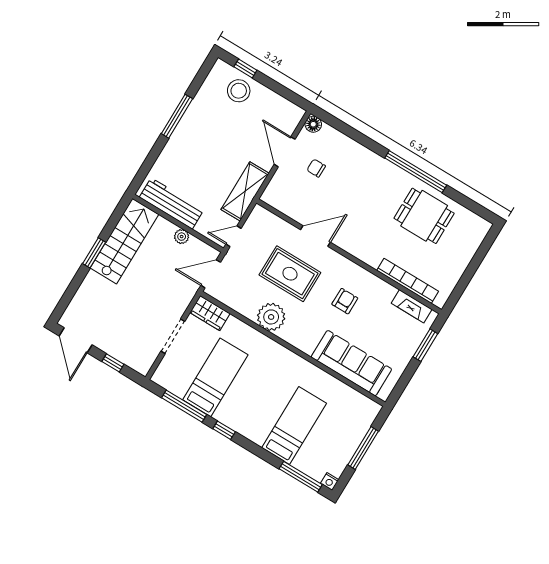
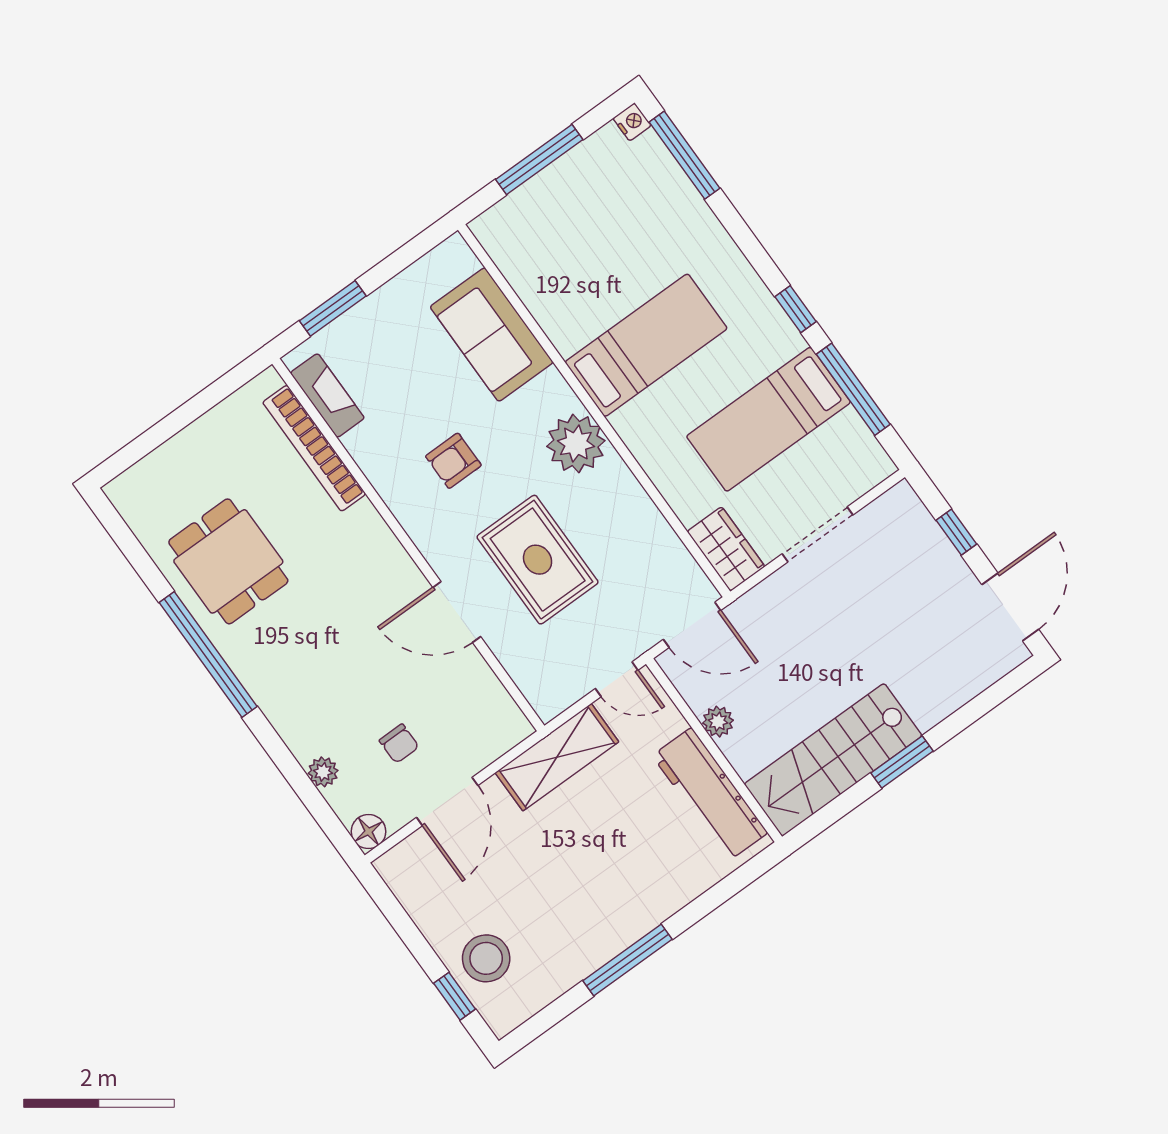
plant: (344, 142) -> (323, 772), added
plant: (271, 317) -> (576, 444), moved
sofa: (351, 363) -> (492, 335), width x0.73
bed: (294, 425) -> (646, 345), moved, turned 180

